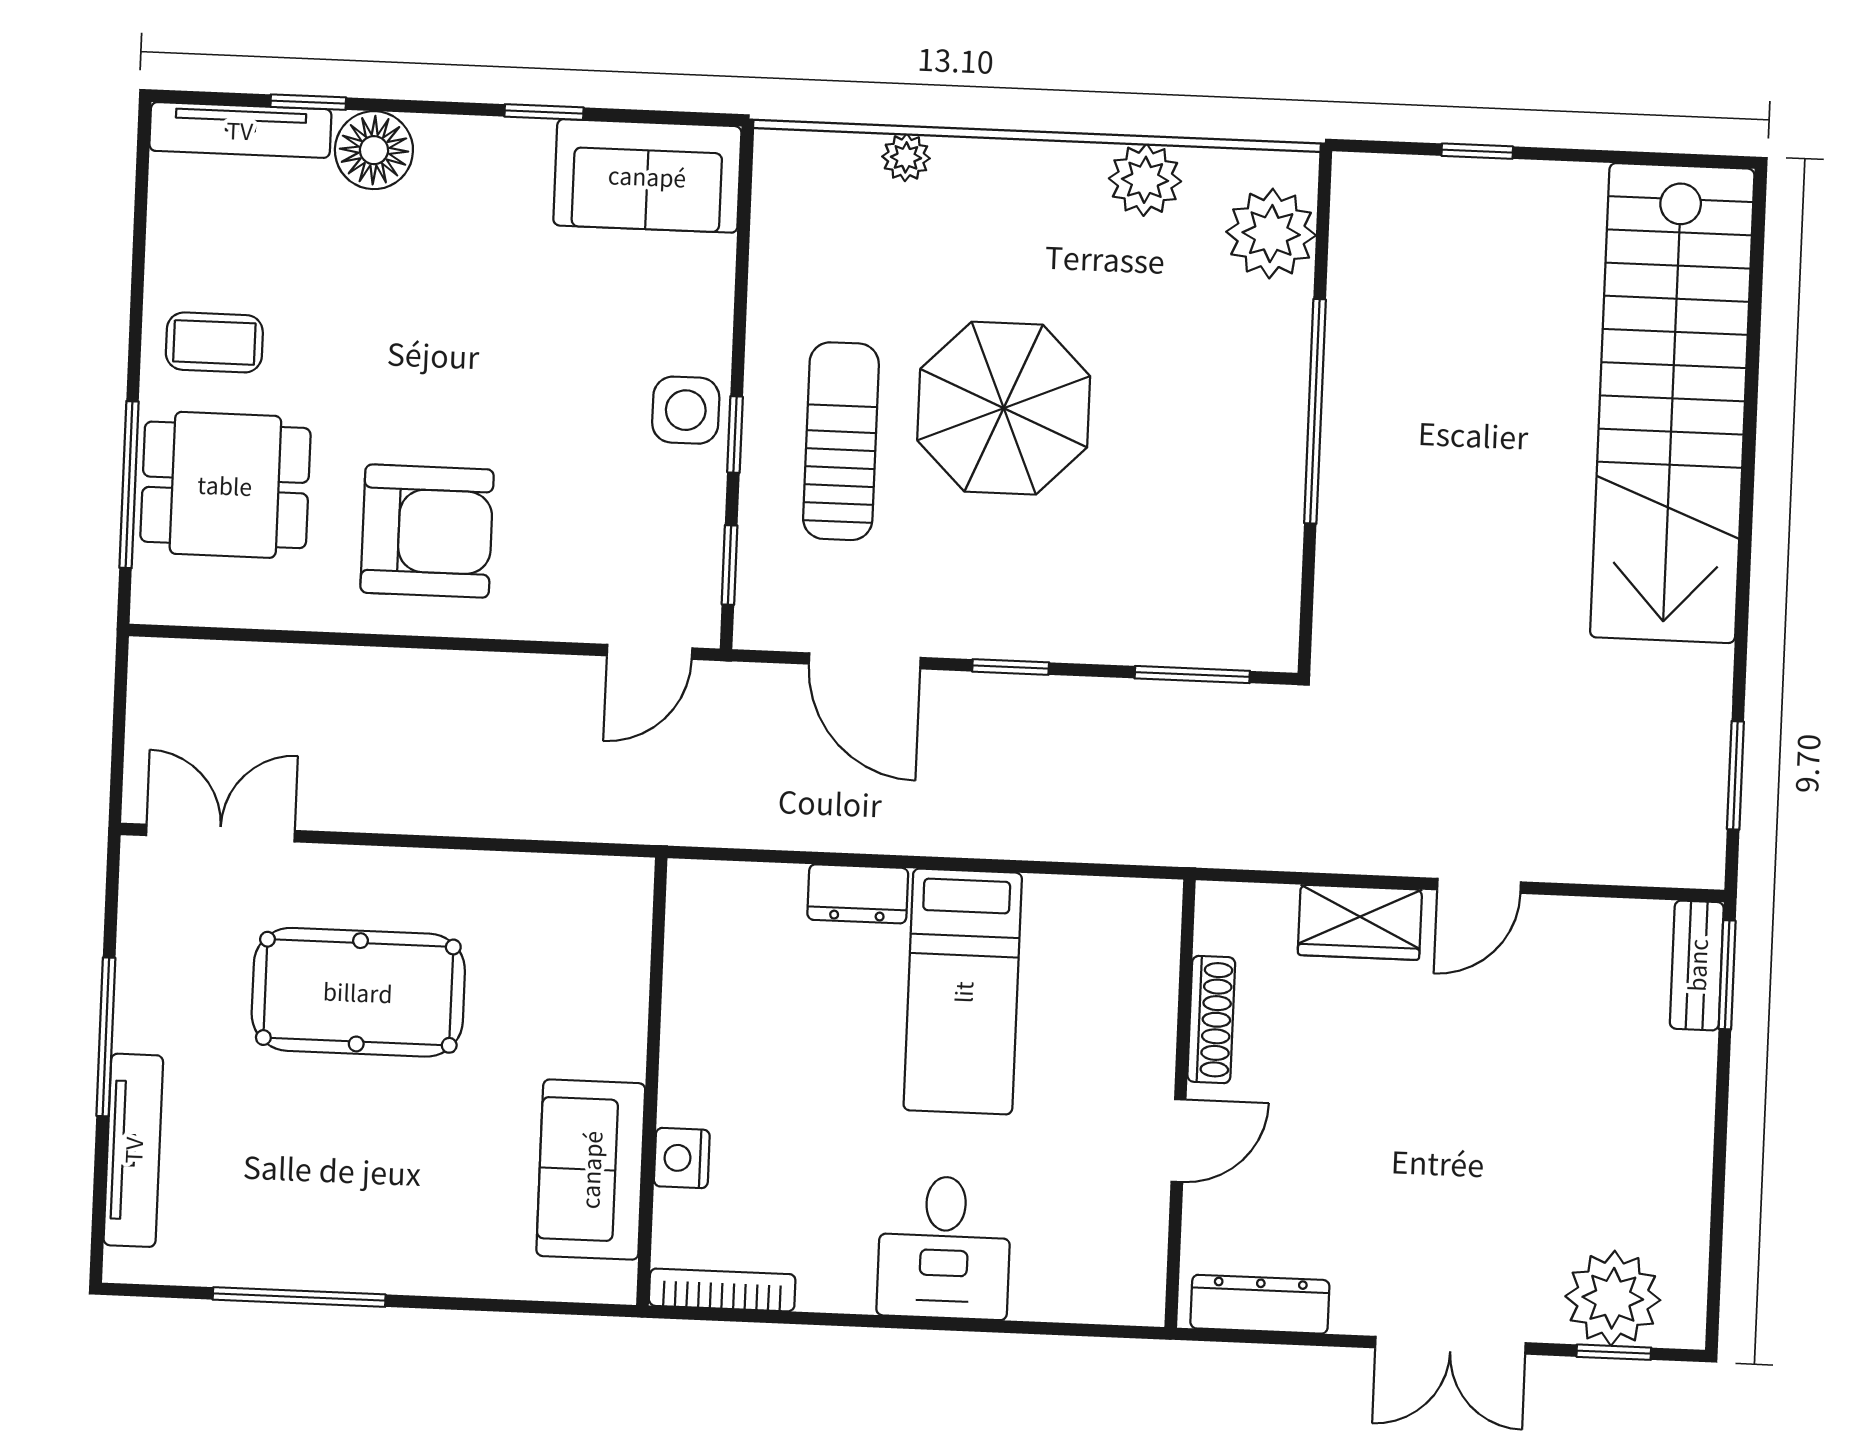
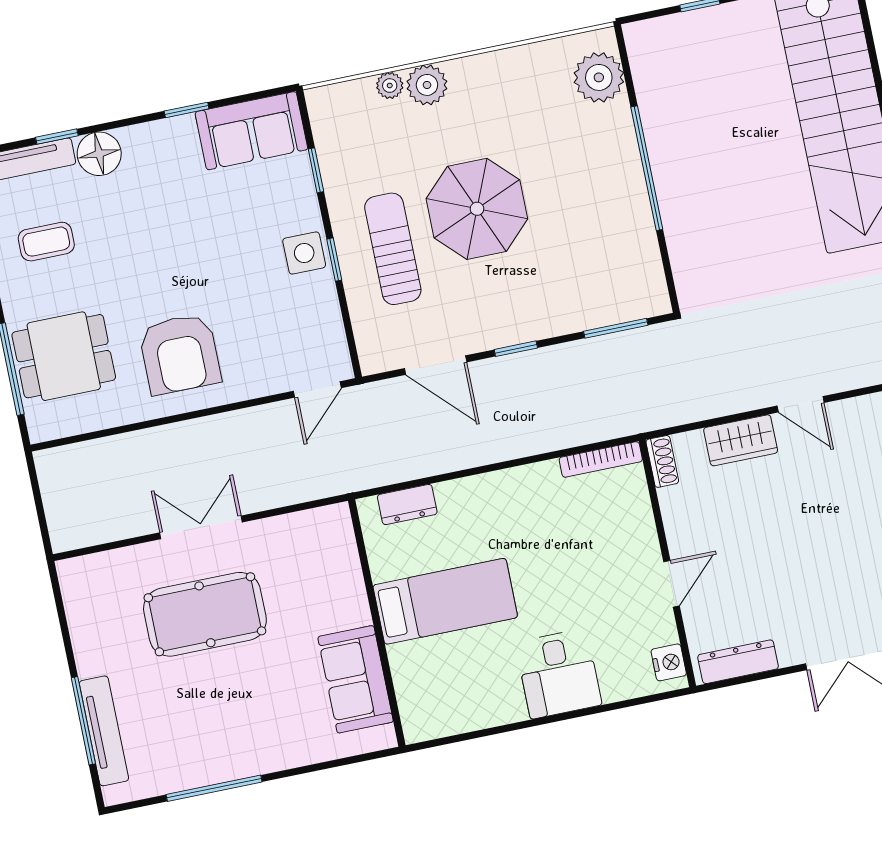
plant: (1145, 180) -> (427, 85), moved
coffee table: (214, 342) -> (46, 242), moved
armchair: (427, 531) -> (180, 354), turned 90
window: (730, 565) -> (316, 170), moved
double door: (220, 833) -> (201, 527), moved
door: (1479, 886) -> (801, 404), hinge flipped
dresser: (858, 894) -> (407, 504), moved
bed: (963, 992) -> (445, 601), moved, turned -90
shoe rack: (1211, 1020) -> (662, 461), moved, width x0.70
window: (106, 1037) -> (83, 721), moved
nightstand: (682, 1158) -> (669, 662), moved, turned 180
bookcase: (722, 1290) -> (601, 459), moved, turned 180

